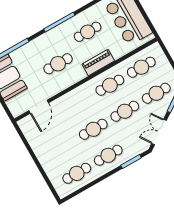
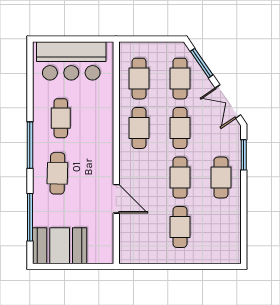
piano: (98, 63) -> (104, 126), removed
cafe table: (58, 64) -> (57, 173), moved
door: (39, 107) -> (116, 199), moved
cafe table: (77, 173) -> (180, 227), moved

